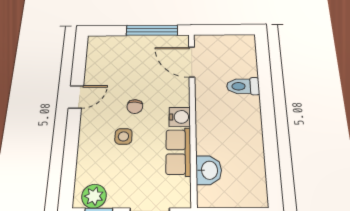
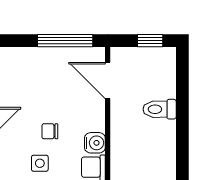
window: (231, 30) -> (150, 41), added
chair: (135, 107) -> (50, 131), turned 86

